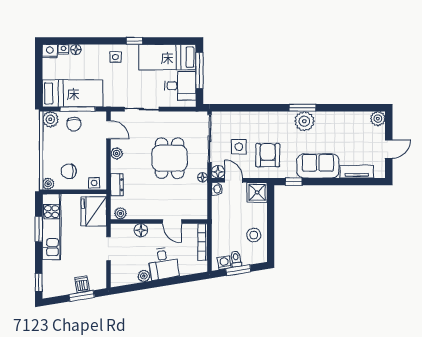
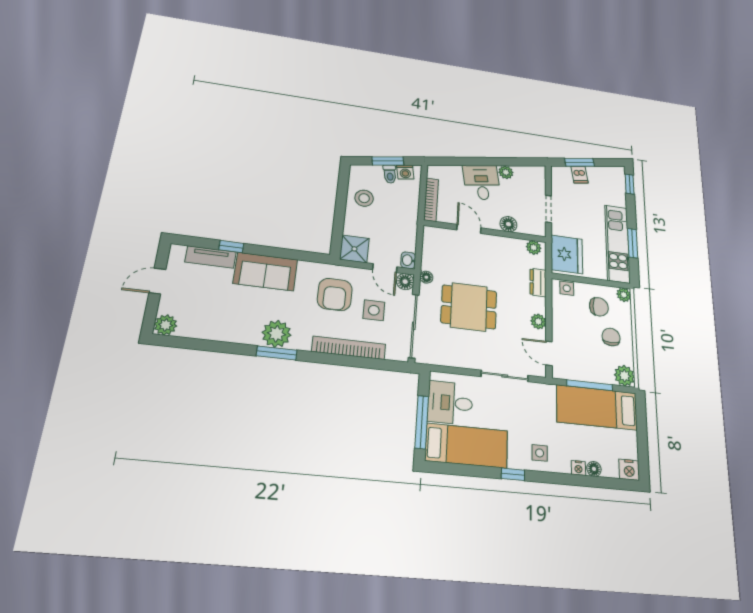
nightstand: (63, 49) -> (578, 468), moved
bookcase: (254, 117) -> (349, 348), added
chair: (74, 124) -> (611, 337), moved
dining table: (170, 158) -> (469, 307), turned 90
window: (294, 182) -> (231, 247), moved

